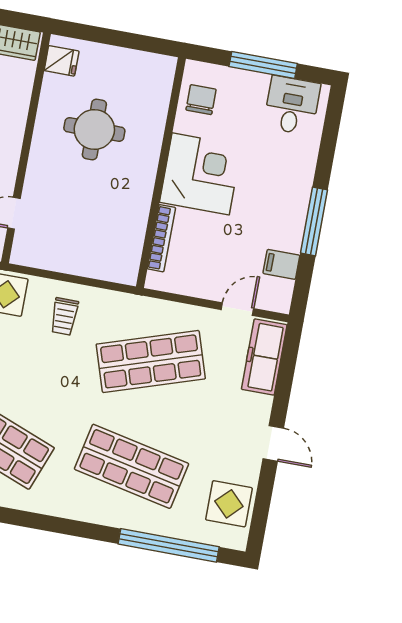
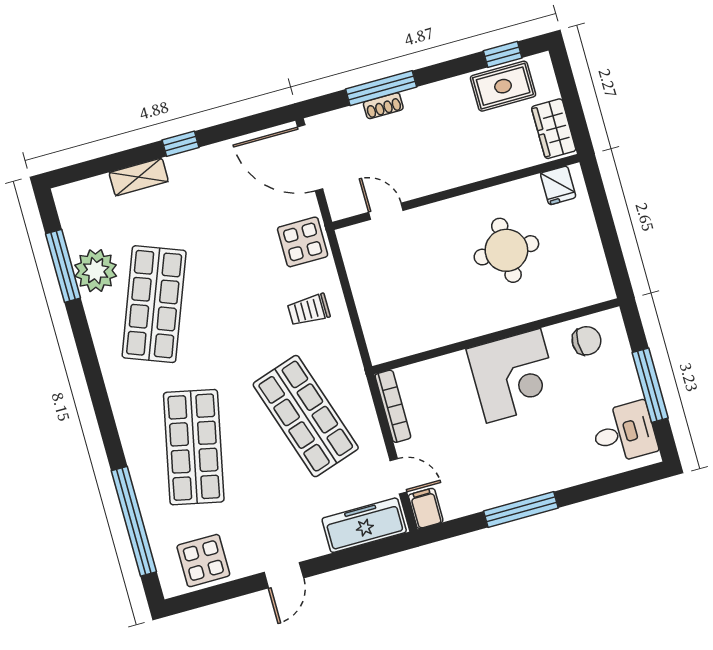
bookcase: (161, 238) -> (393, 406), moved, turned -90
filing cabinet: (281, 264) -> (426, 508), moved

